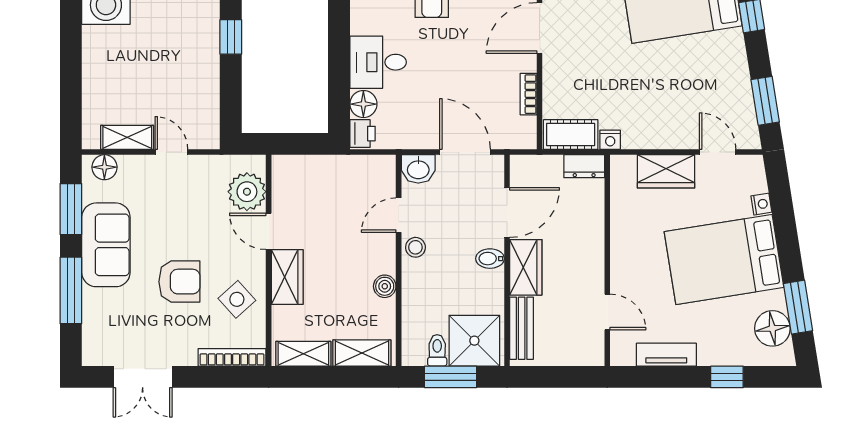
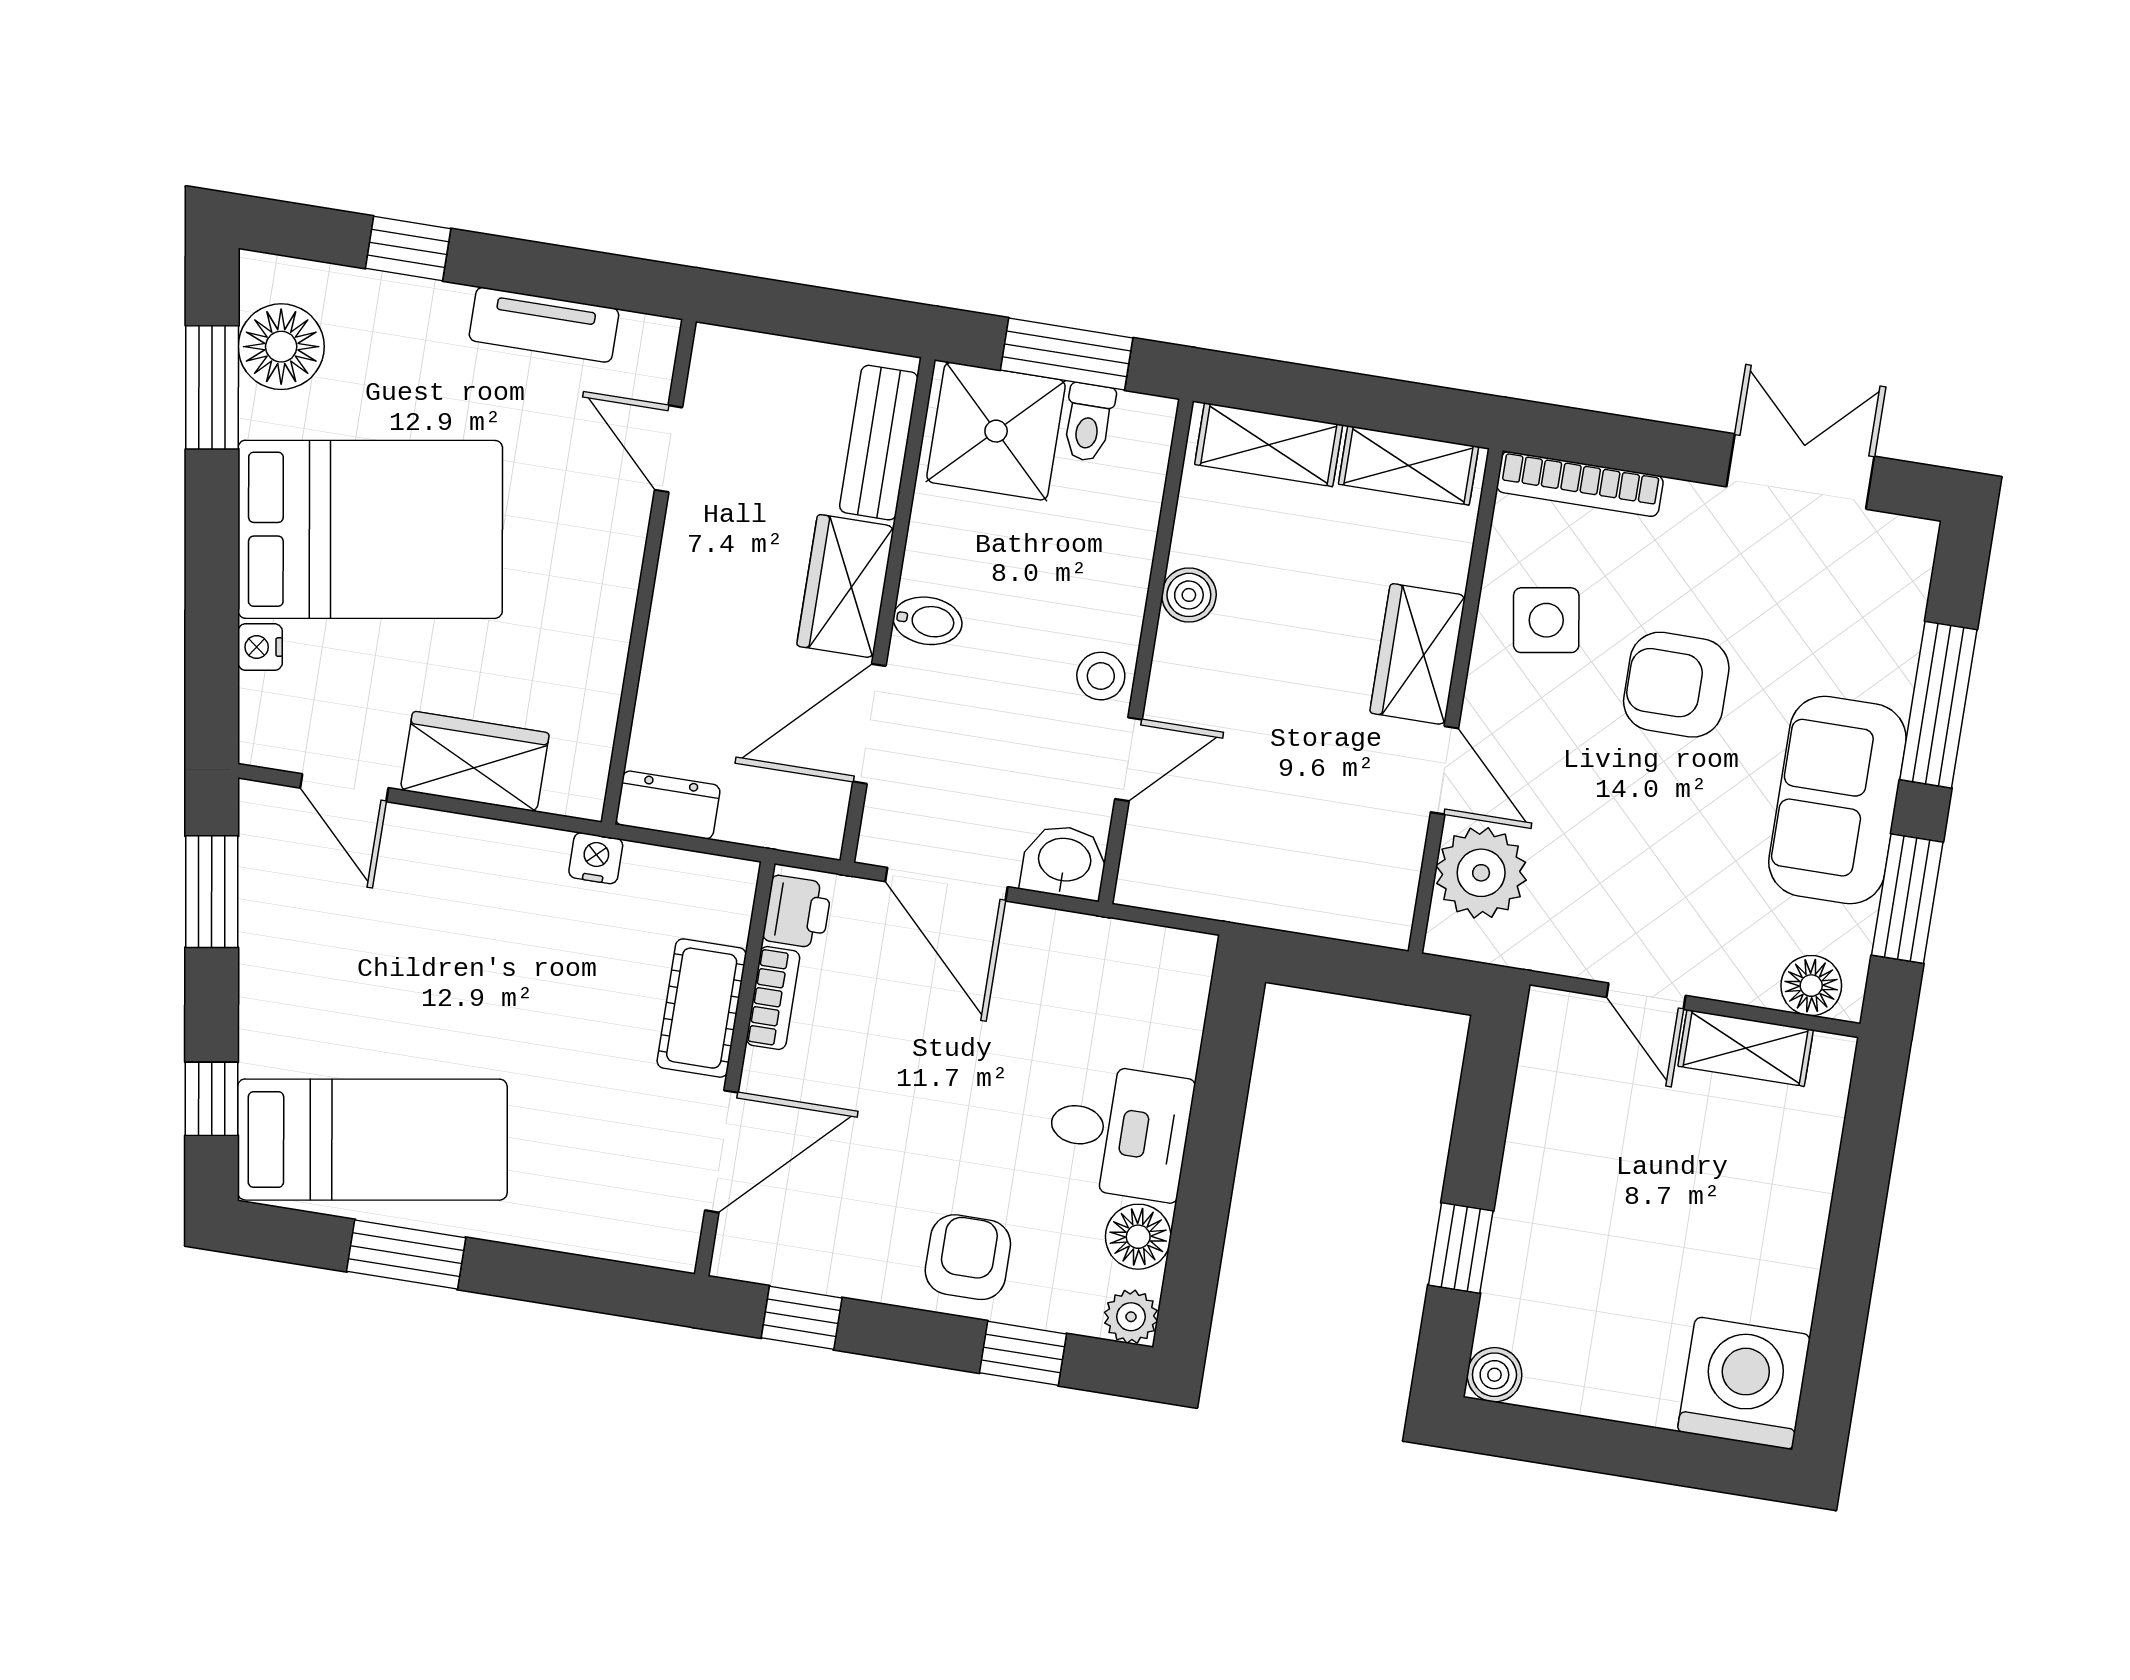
floor lamp: (363, 104) -> (1138, 1237), moved
printer: (363, 134) -> (797, 912), moved, turned 180
cot: (571, 135) -> (702, 1008), moved, turned 90
side table: (237, 299) -> (1546, 620), turned 33

